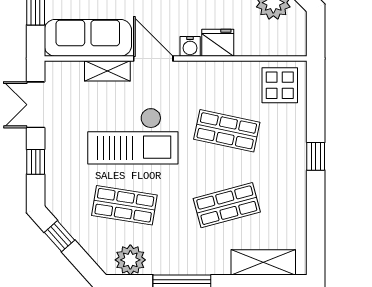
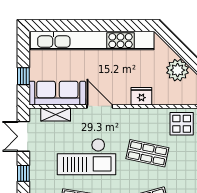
water cooler: (190, 46) -> (124, 99), removed
shelving: (107, 71) -> (56, 114), moved

